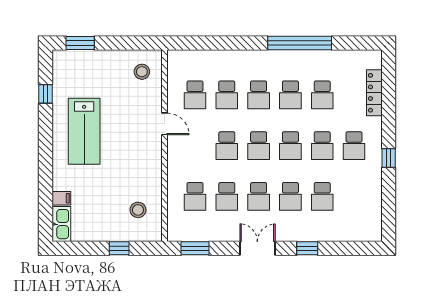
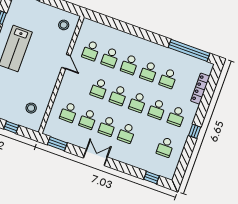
window: (300, 43) -> (189, 50), moved
school desk: (322, 196) -> (165, 147), moved
window: (307, 248) -> (152, 178), moved

